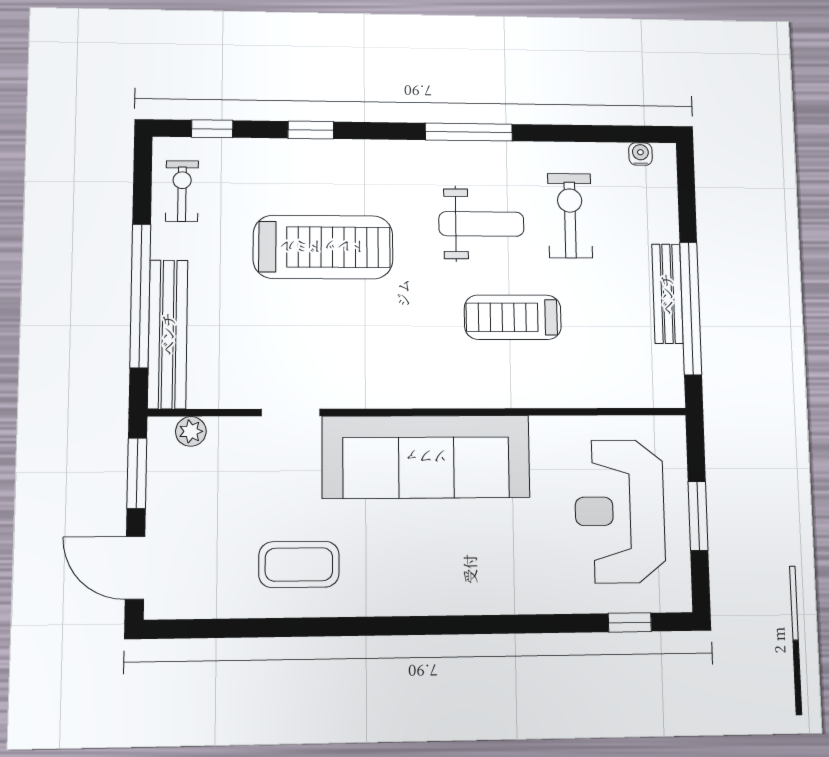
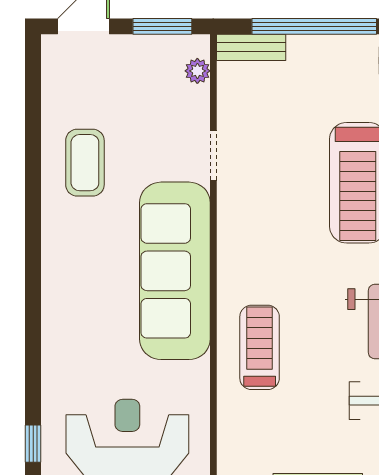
treadmill: (513, 317) -> (260, 347), moved
bench: (168, 334) -> (251, 47), width x0.54, depth x0.82

